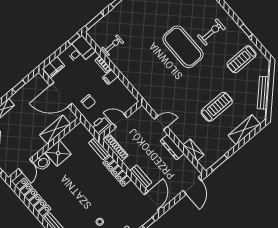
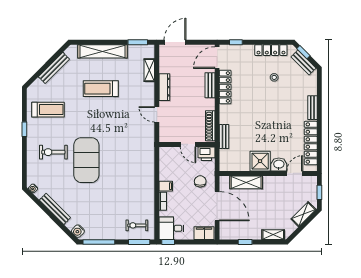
exercise bike: (113, 45) -> (137, 225), moved
shelving: (244, 130) -> (103, 51), width x1.47
locker: (117, 171) -> (225, 87), moved

